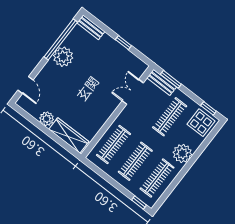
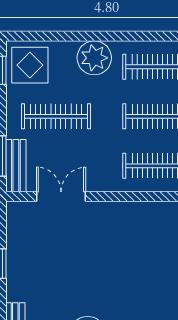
double door: (133, 92) -> (61, 196), swing flipped

